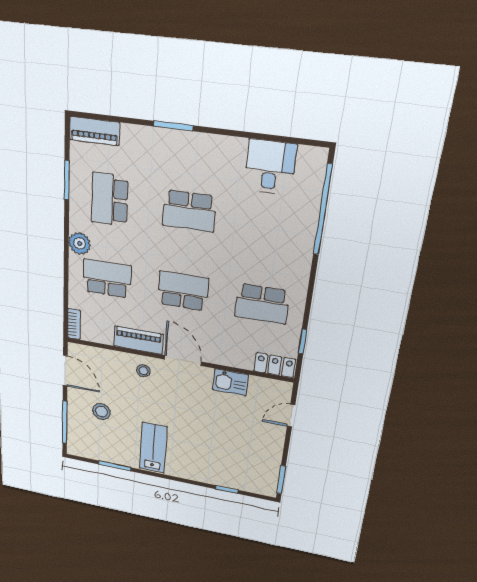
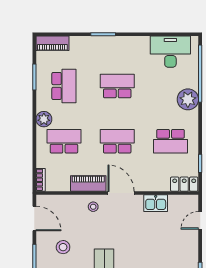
desk: (270, 167) -> (170, 52), width x1.37
school desk: (110, 200) -> (64, 86), turned 180
school desk: (189, 211) -> (117, 86), turned 180
plant: (297, 247) -> (188, 99), added

